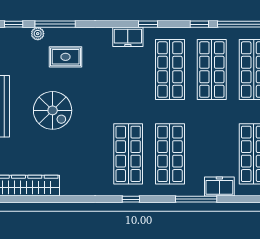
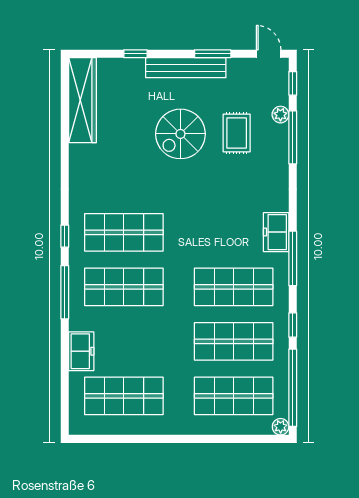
window: (148, 24) -> (293, 258), width x2.17
rug: (66, 57) -> (237, 133), moved
window: (196, 199) -> (65, 292), moved

